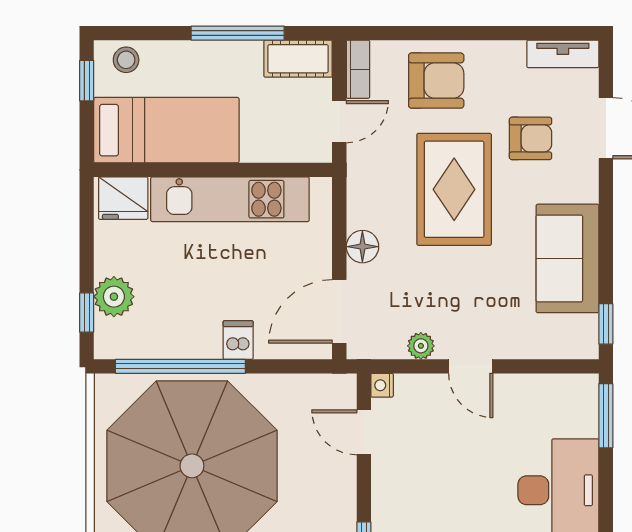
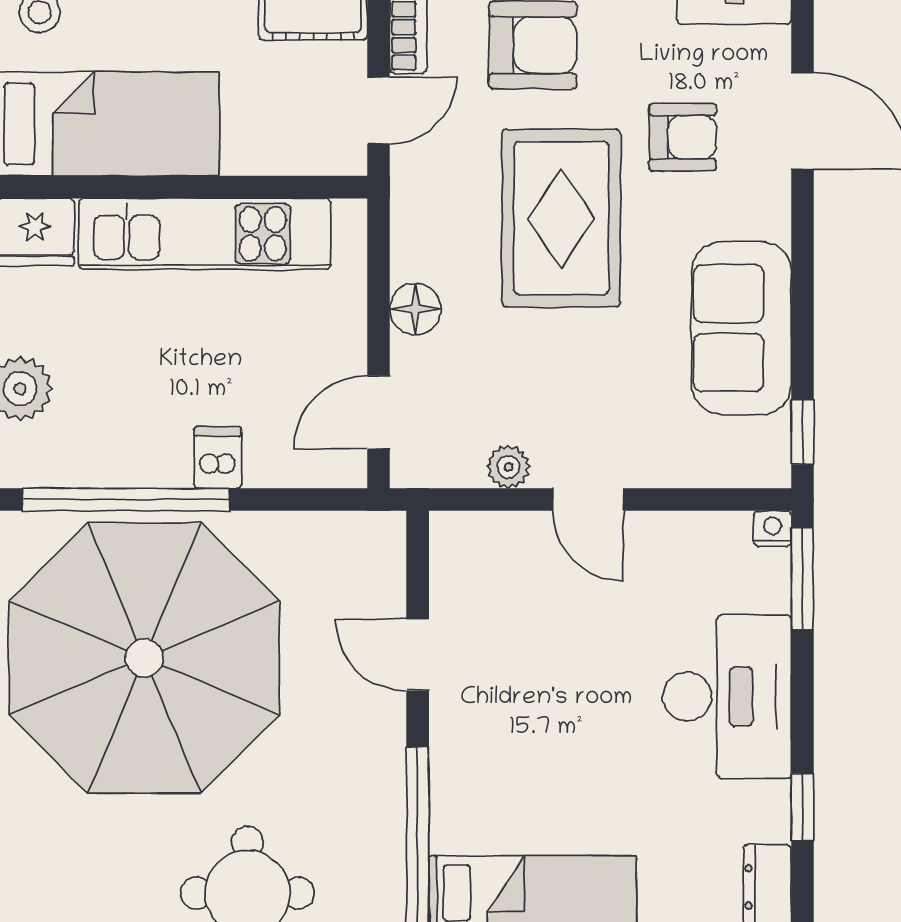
door: (339, 311) -> (379, 412), width x0.73
nightstand: (382, 385) -> (772, 529), moved, turned 90
door: (364, 432) -> (418, 655), moved

